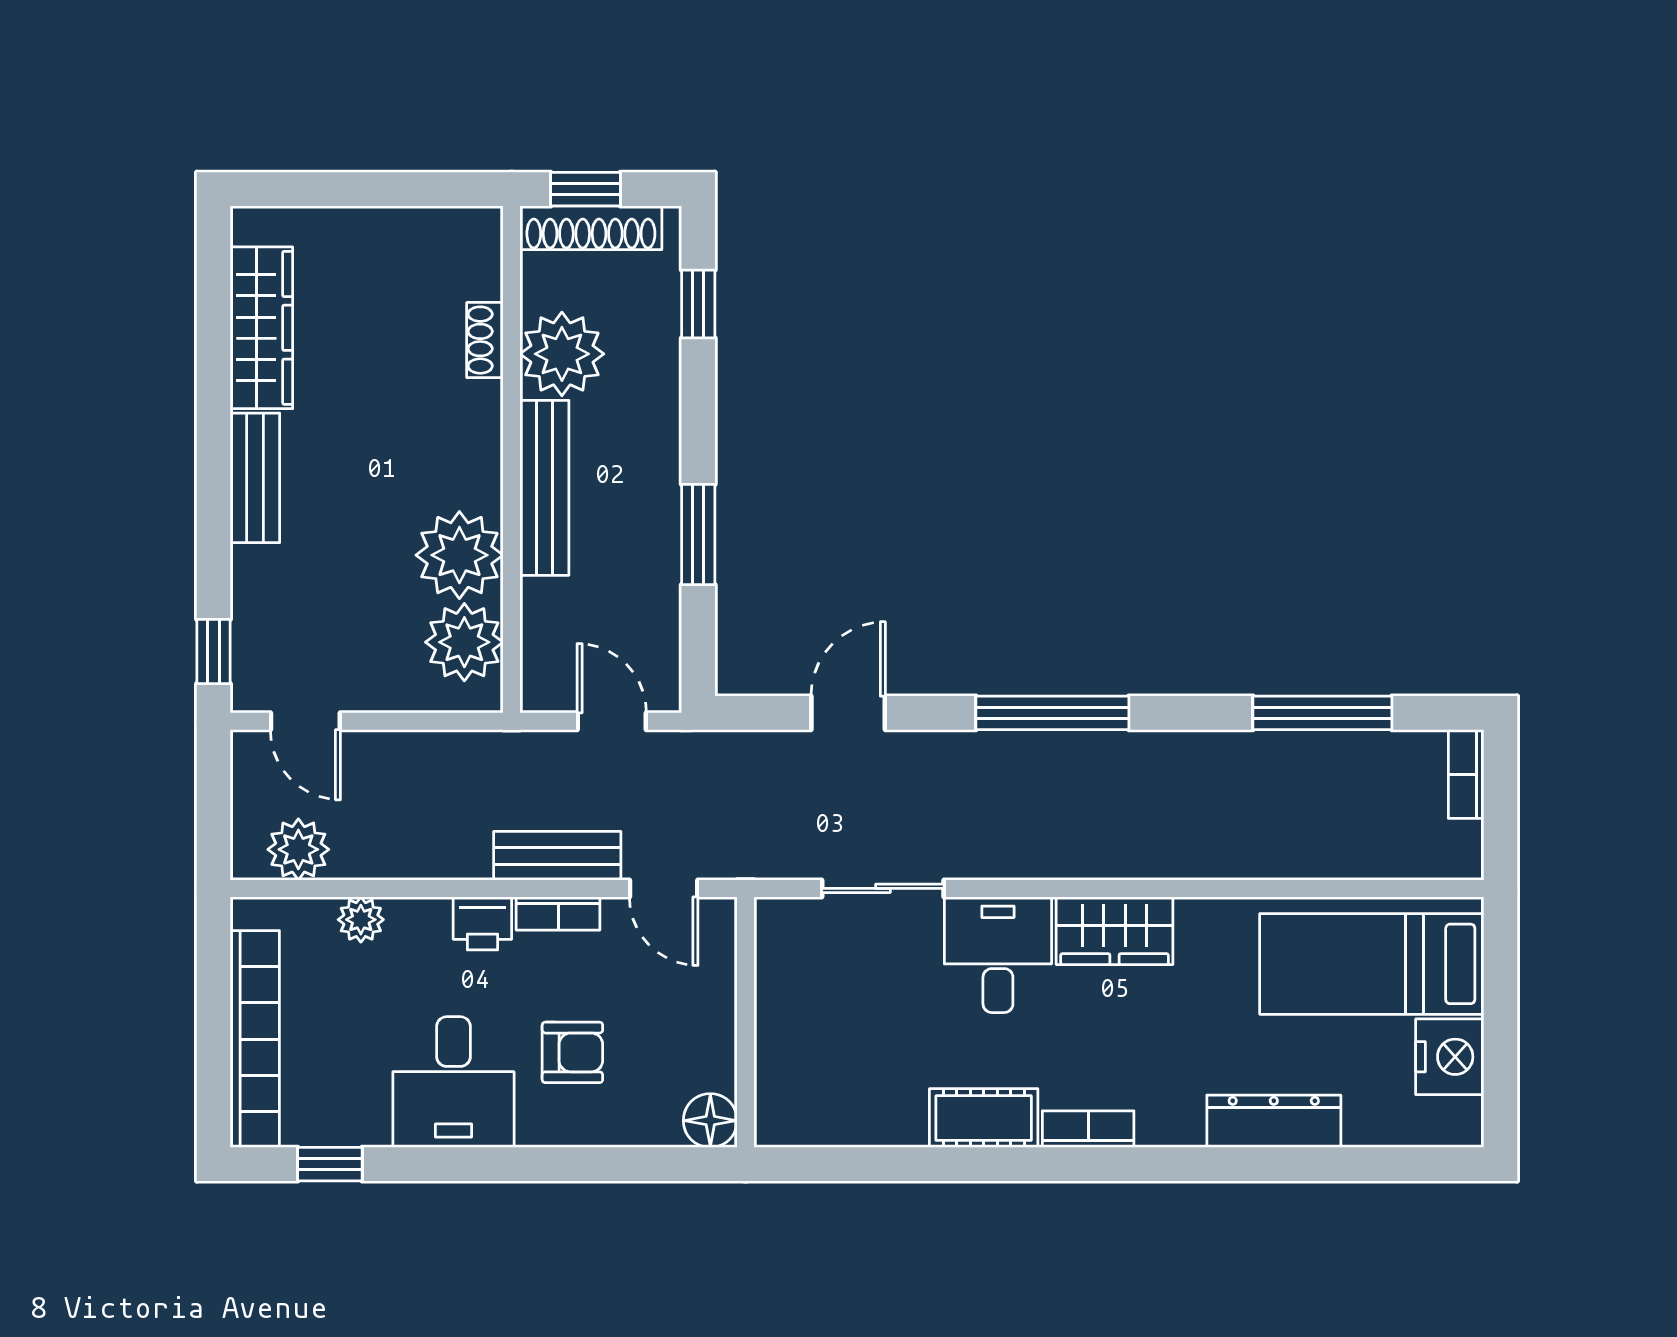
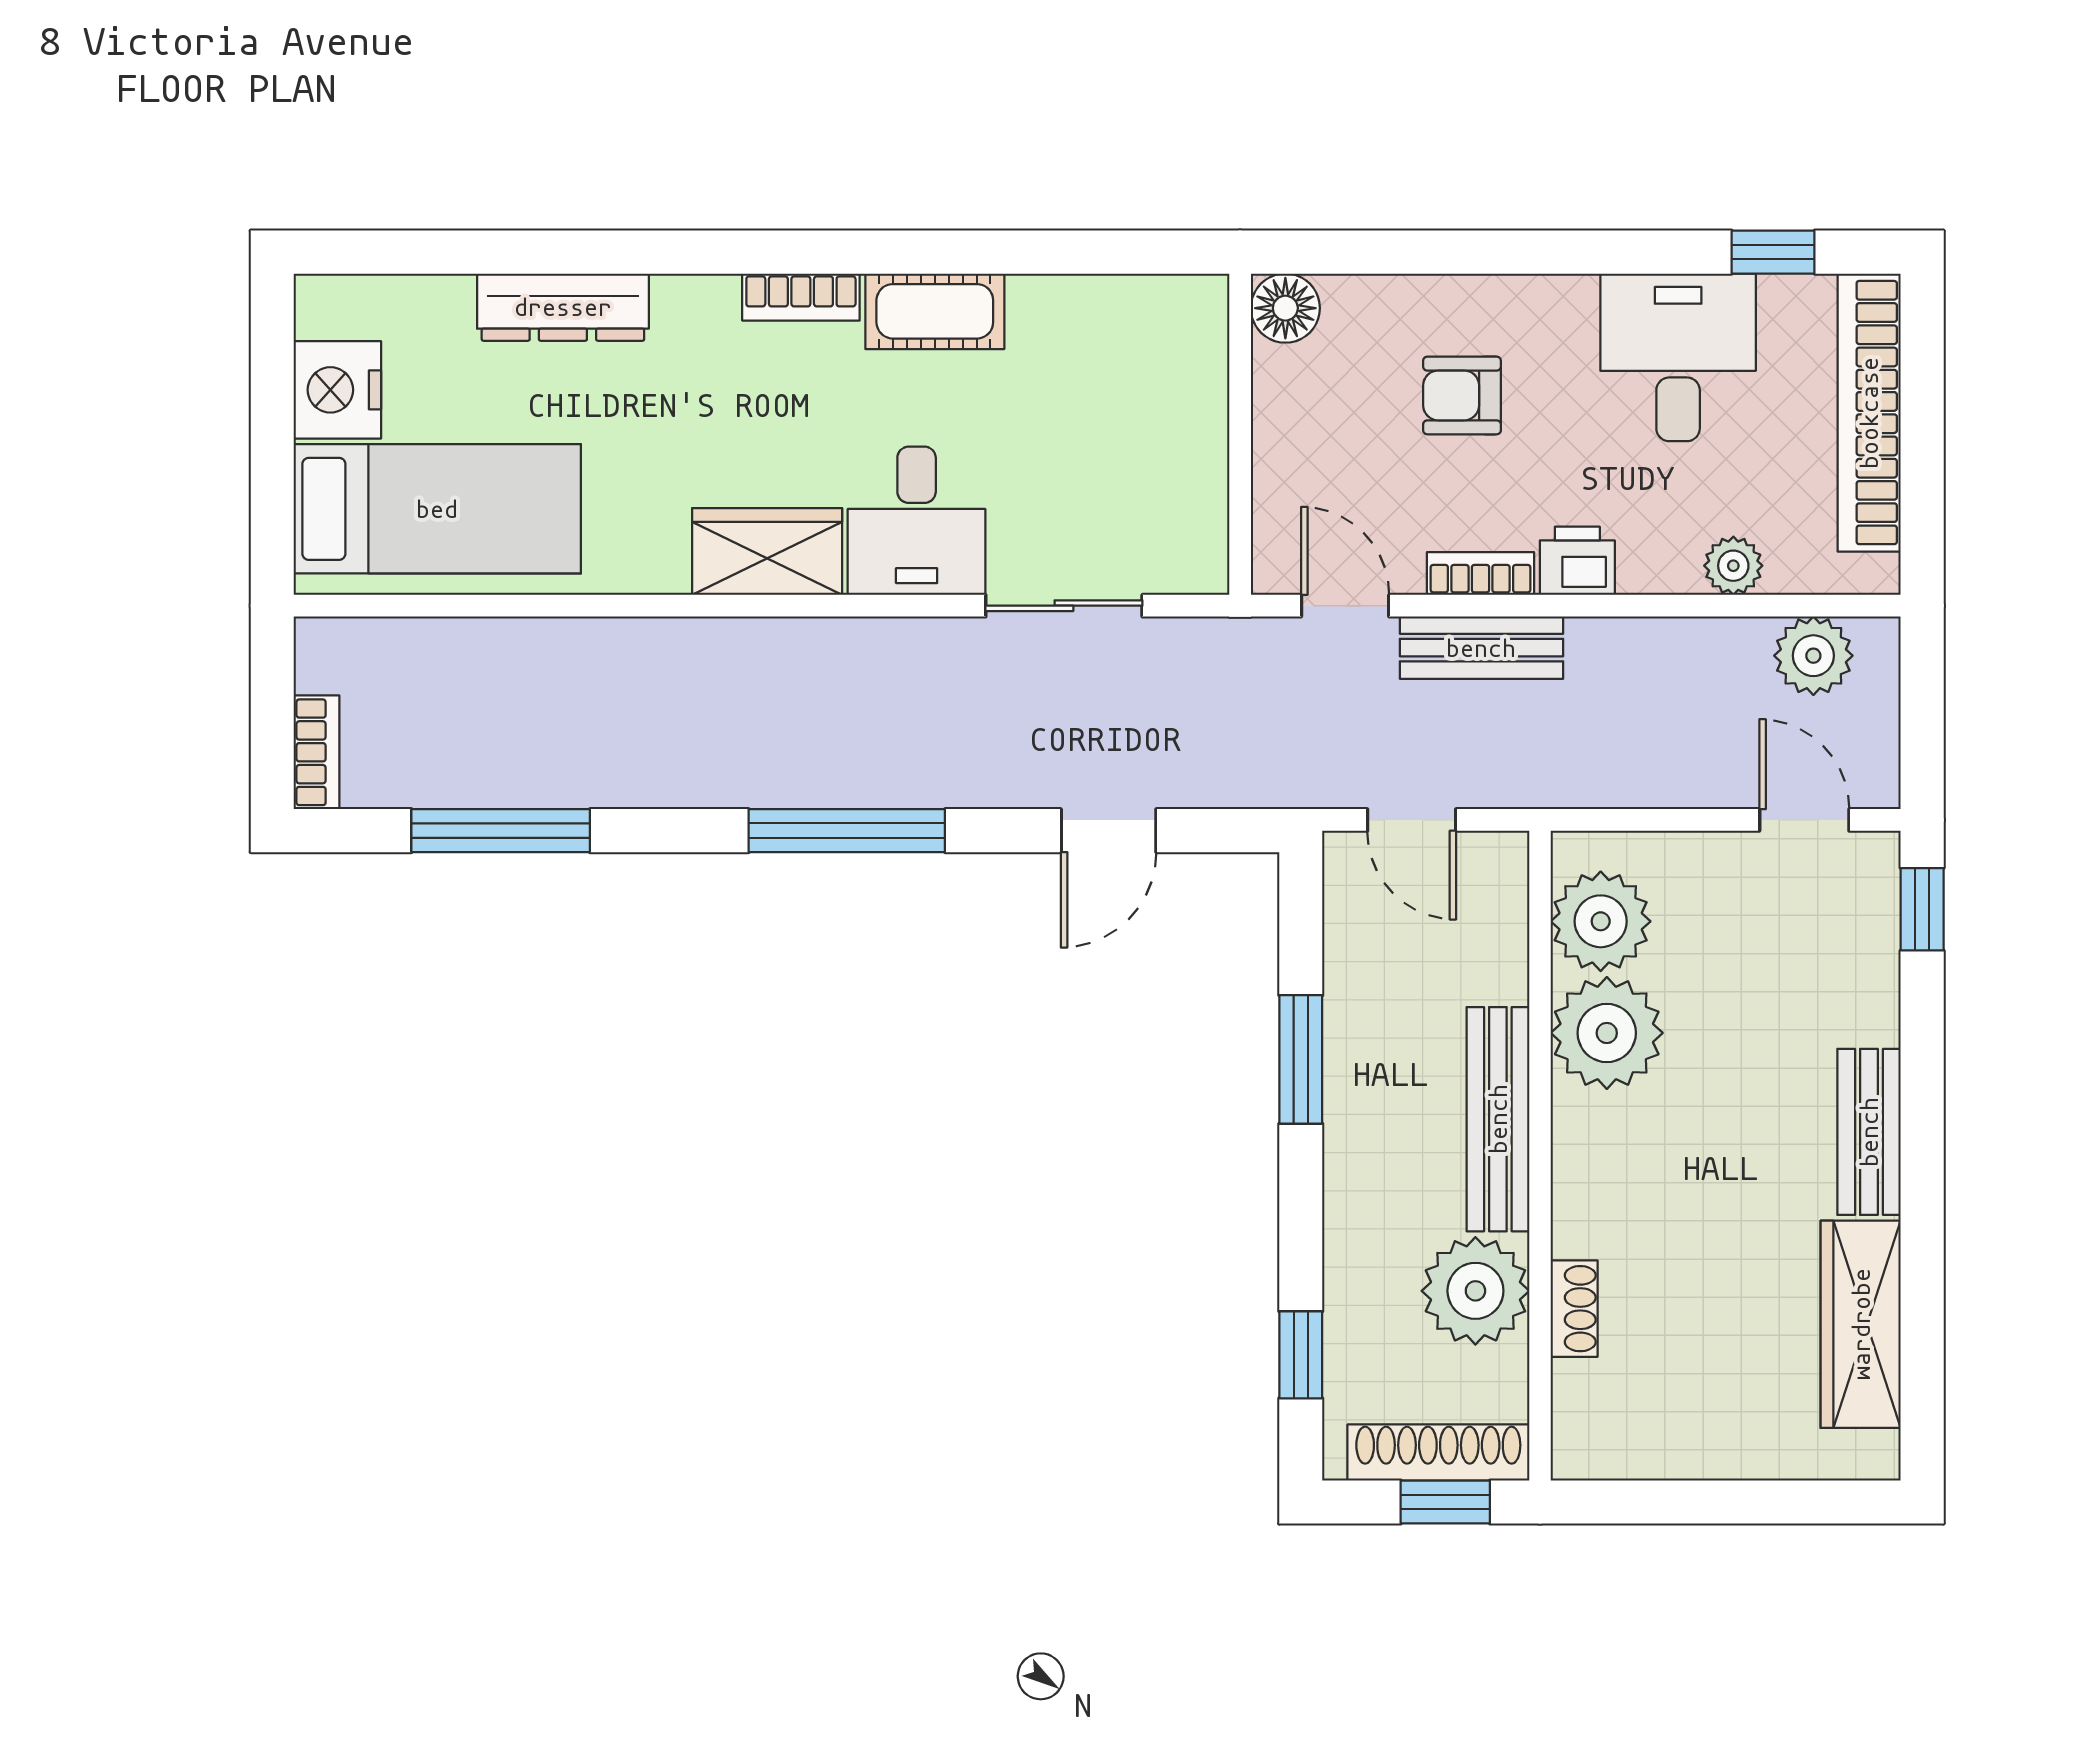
desk: (453, 1082) -> (1678, 357), moved

